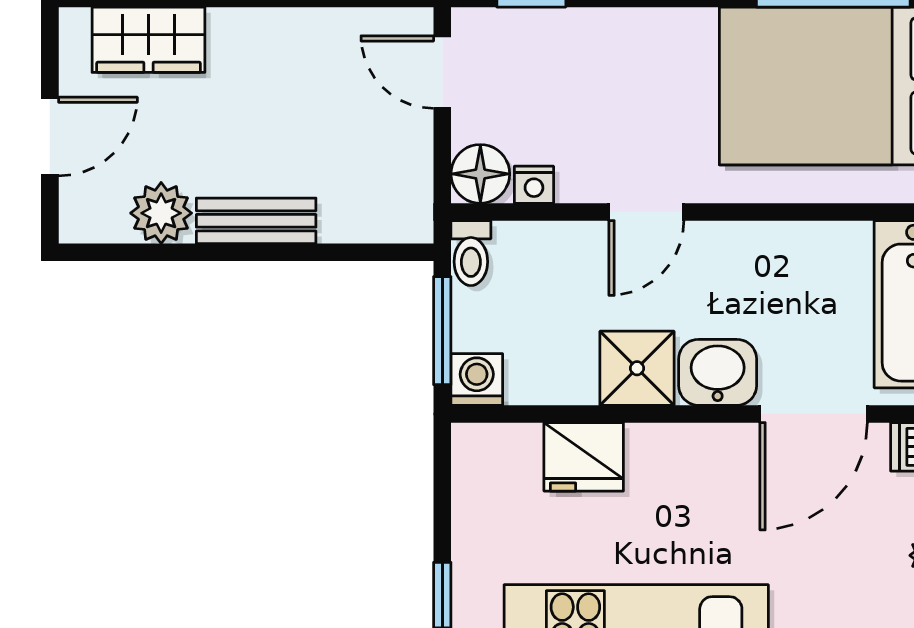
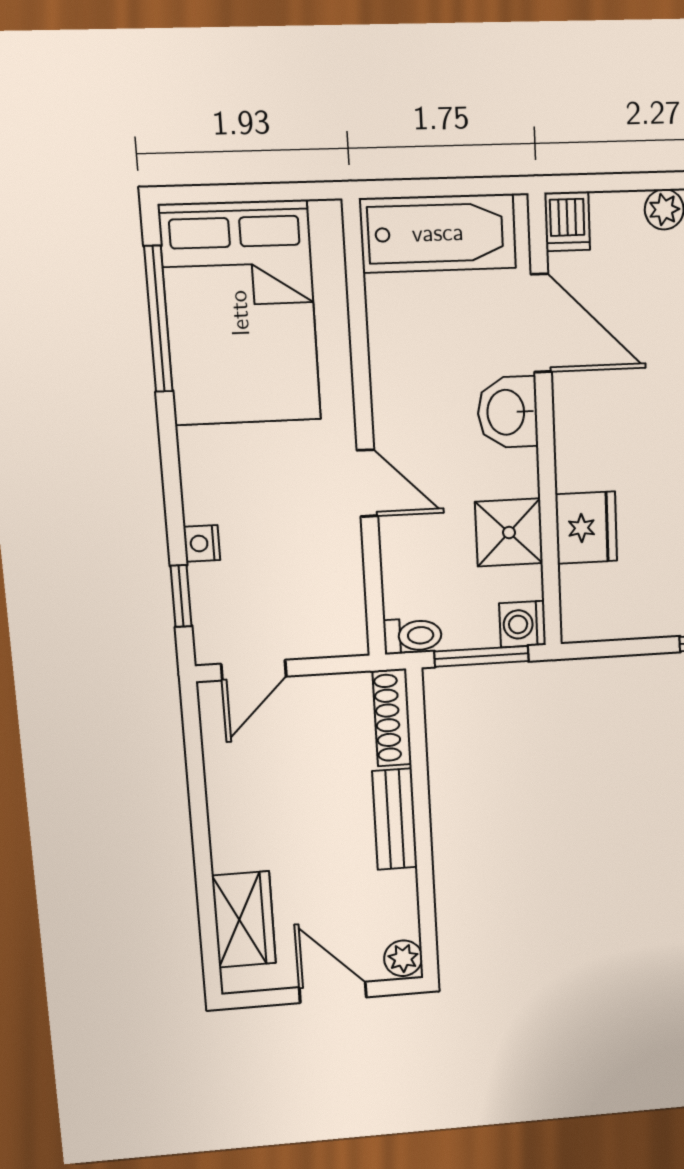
floor lamp: (480, 174) -> (342, 632), removed
nightstand: (534, 185) -> (202, 543), moved, turned 180
plant: (161, 213) -> (403, 958), moved, width x0.73, depth x0.73
shoe rack: (377, 224) -> (392, 718), added
shower: (637, 368) -> (509, 533), moved

